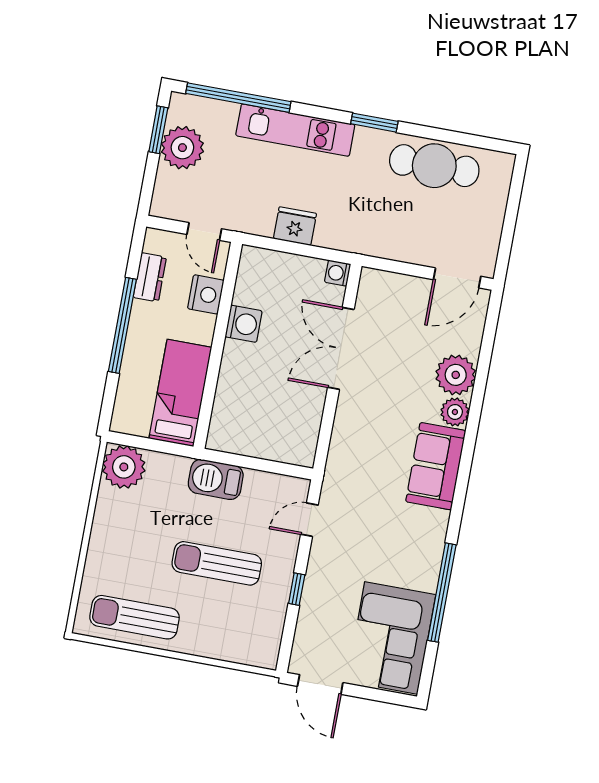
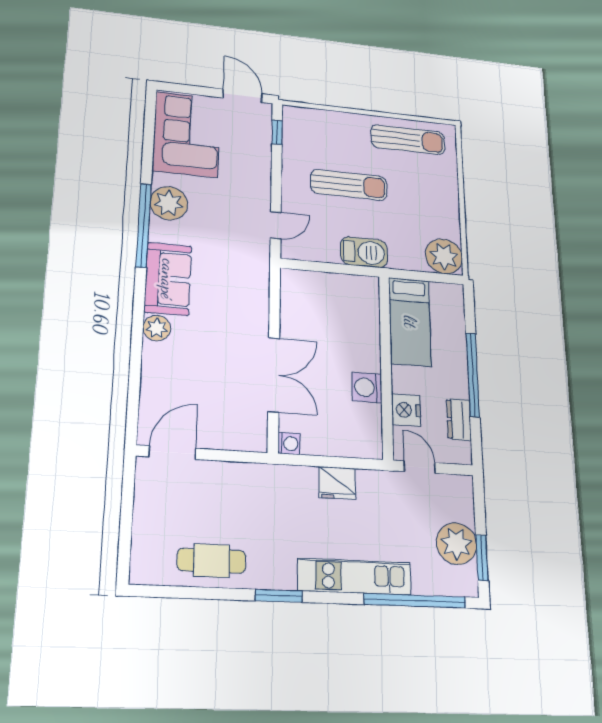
cafe table: (434, 166) -> (212, 561), width x0.73, depth x0.74
plant: (456, 375) -> (169, 203), moved
window: (297, 589) -> (277, 132), moved
window: (442, 593) -> (144, 225), moved

